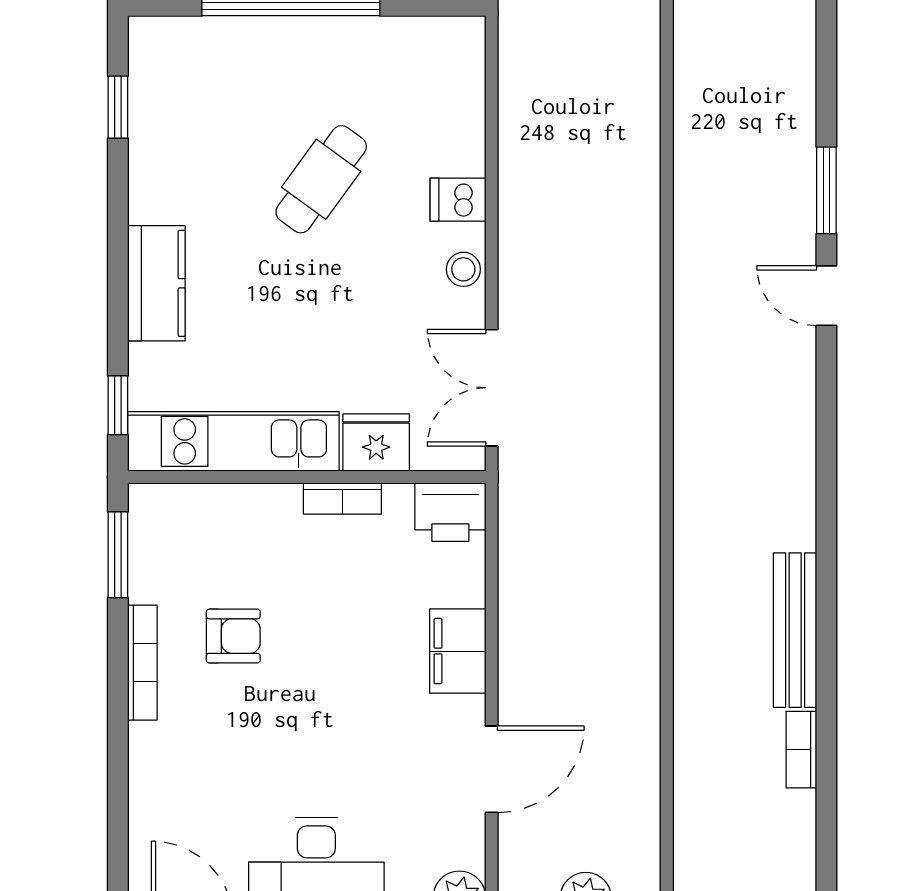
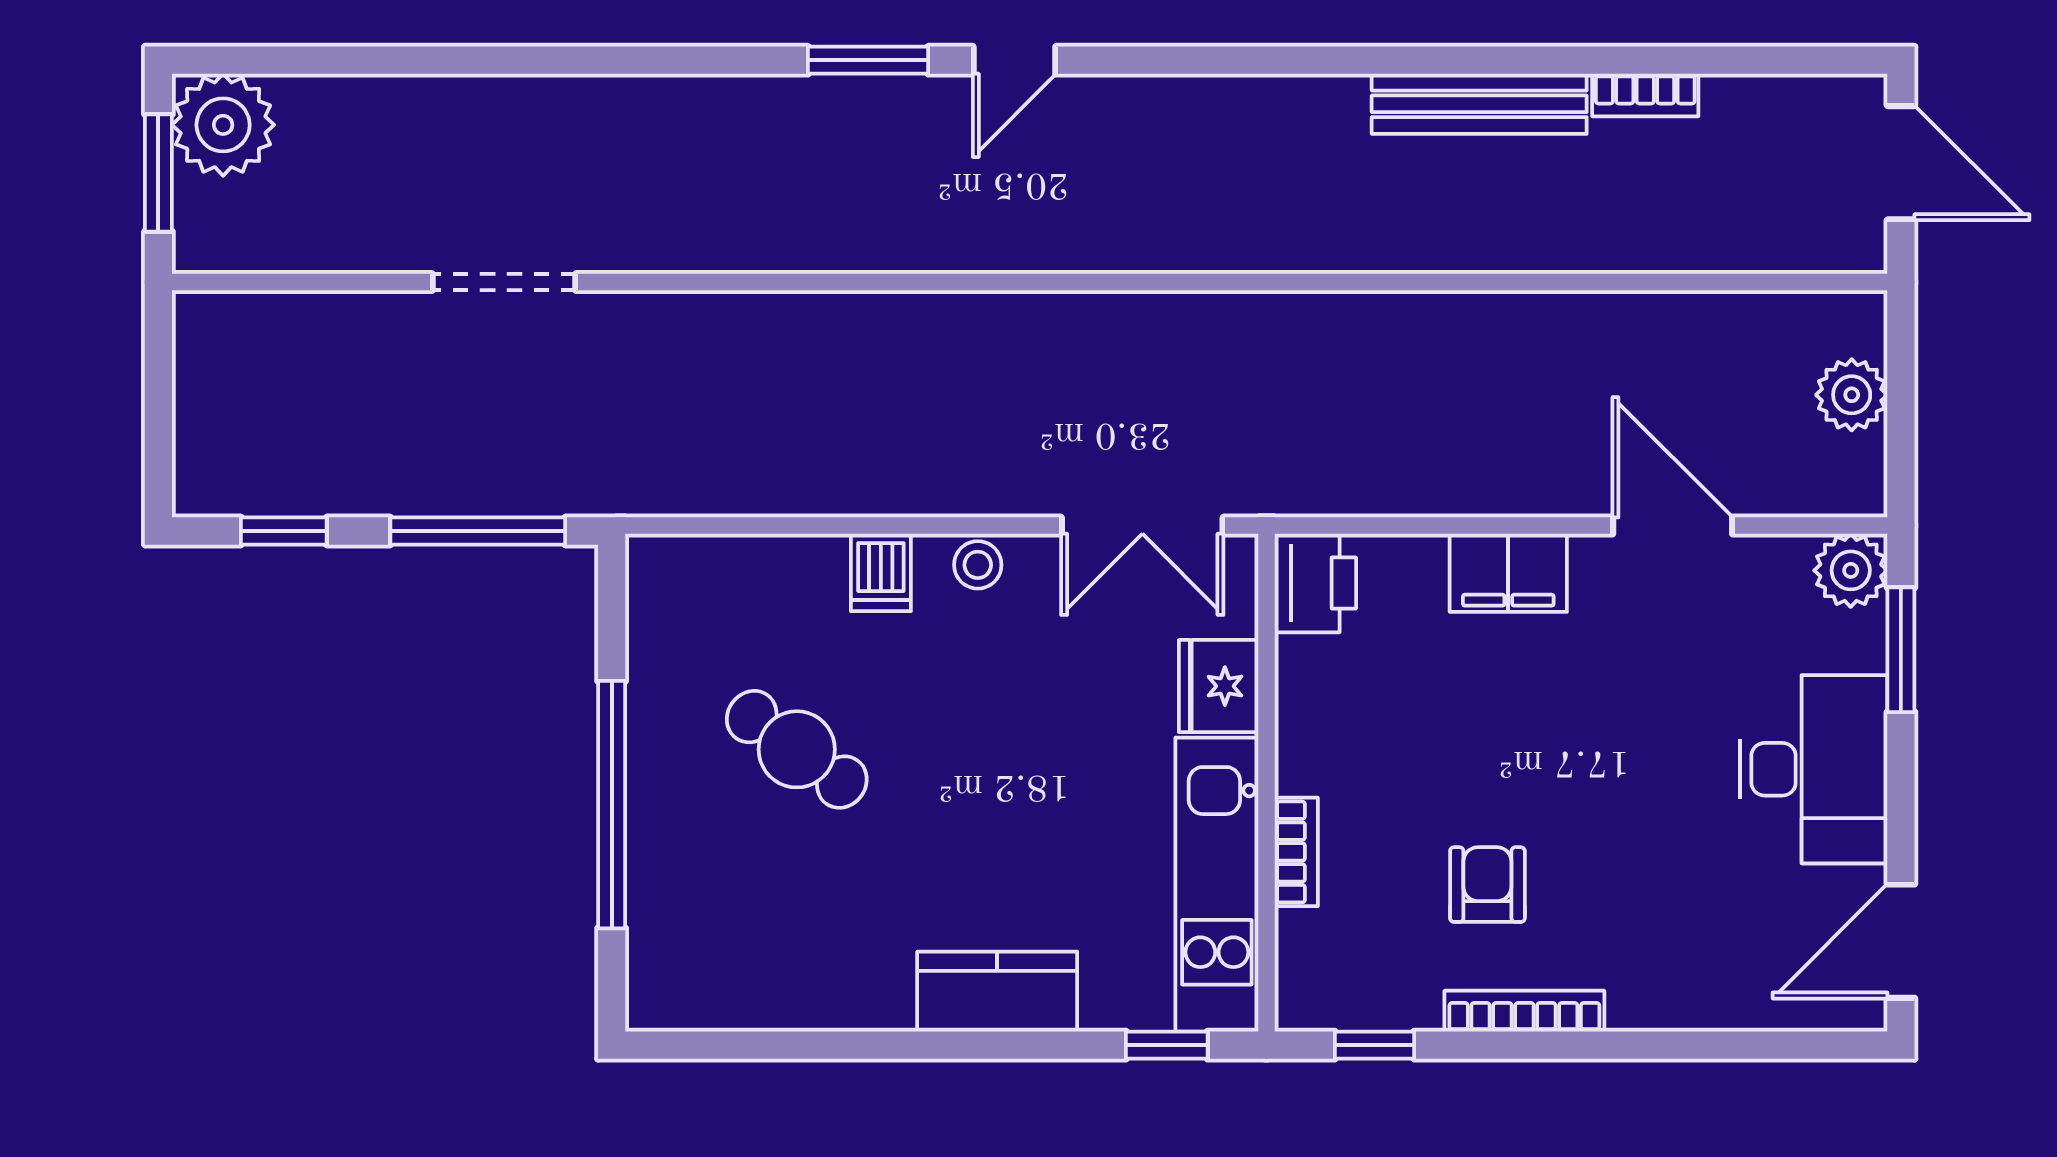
window: (118, 107) -> (752, 1045), removed
cafe table: (321, 179) -> (797, 749), moved
bookcase: (342, 498) -> (1296, 852), moved
window: (118, 555) -> (1374, 1045), width x0.67

